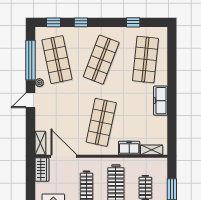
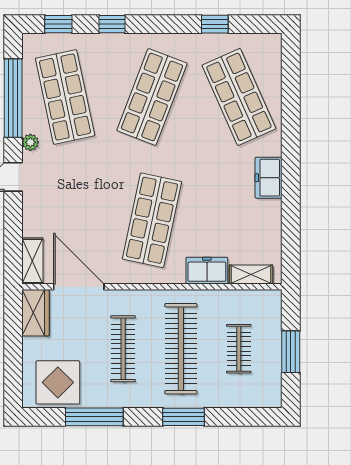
shop shelf: (145, 60) -> (239, 97), turned -30
freezer: (161, 101) -> (269, 178), width x0.71

